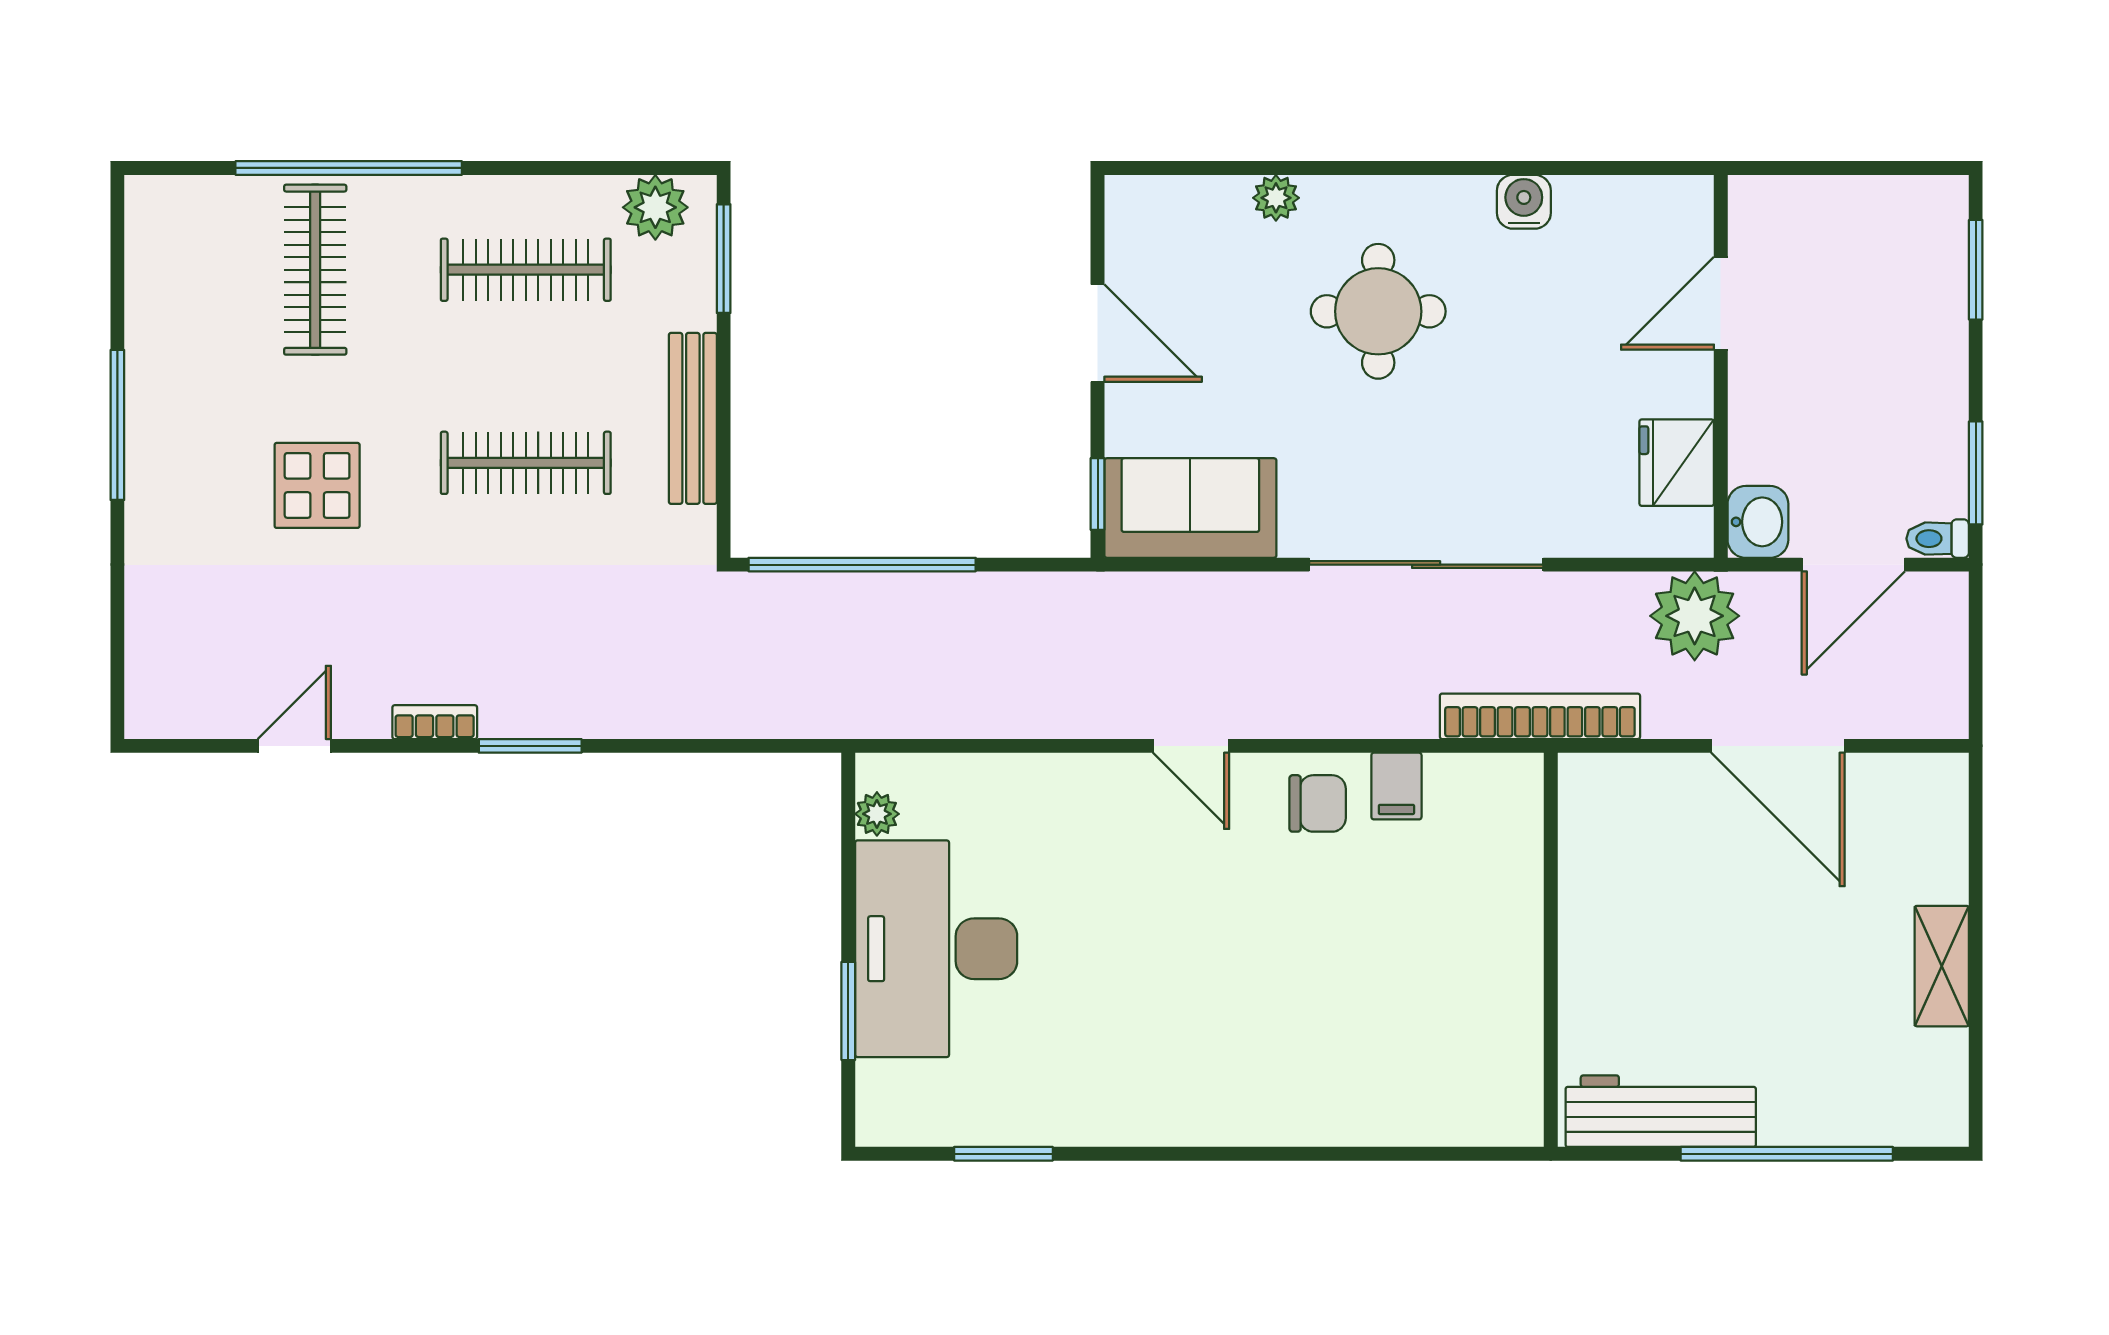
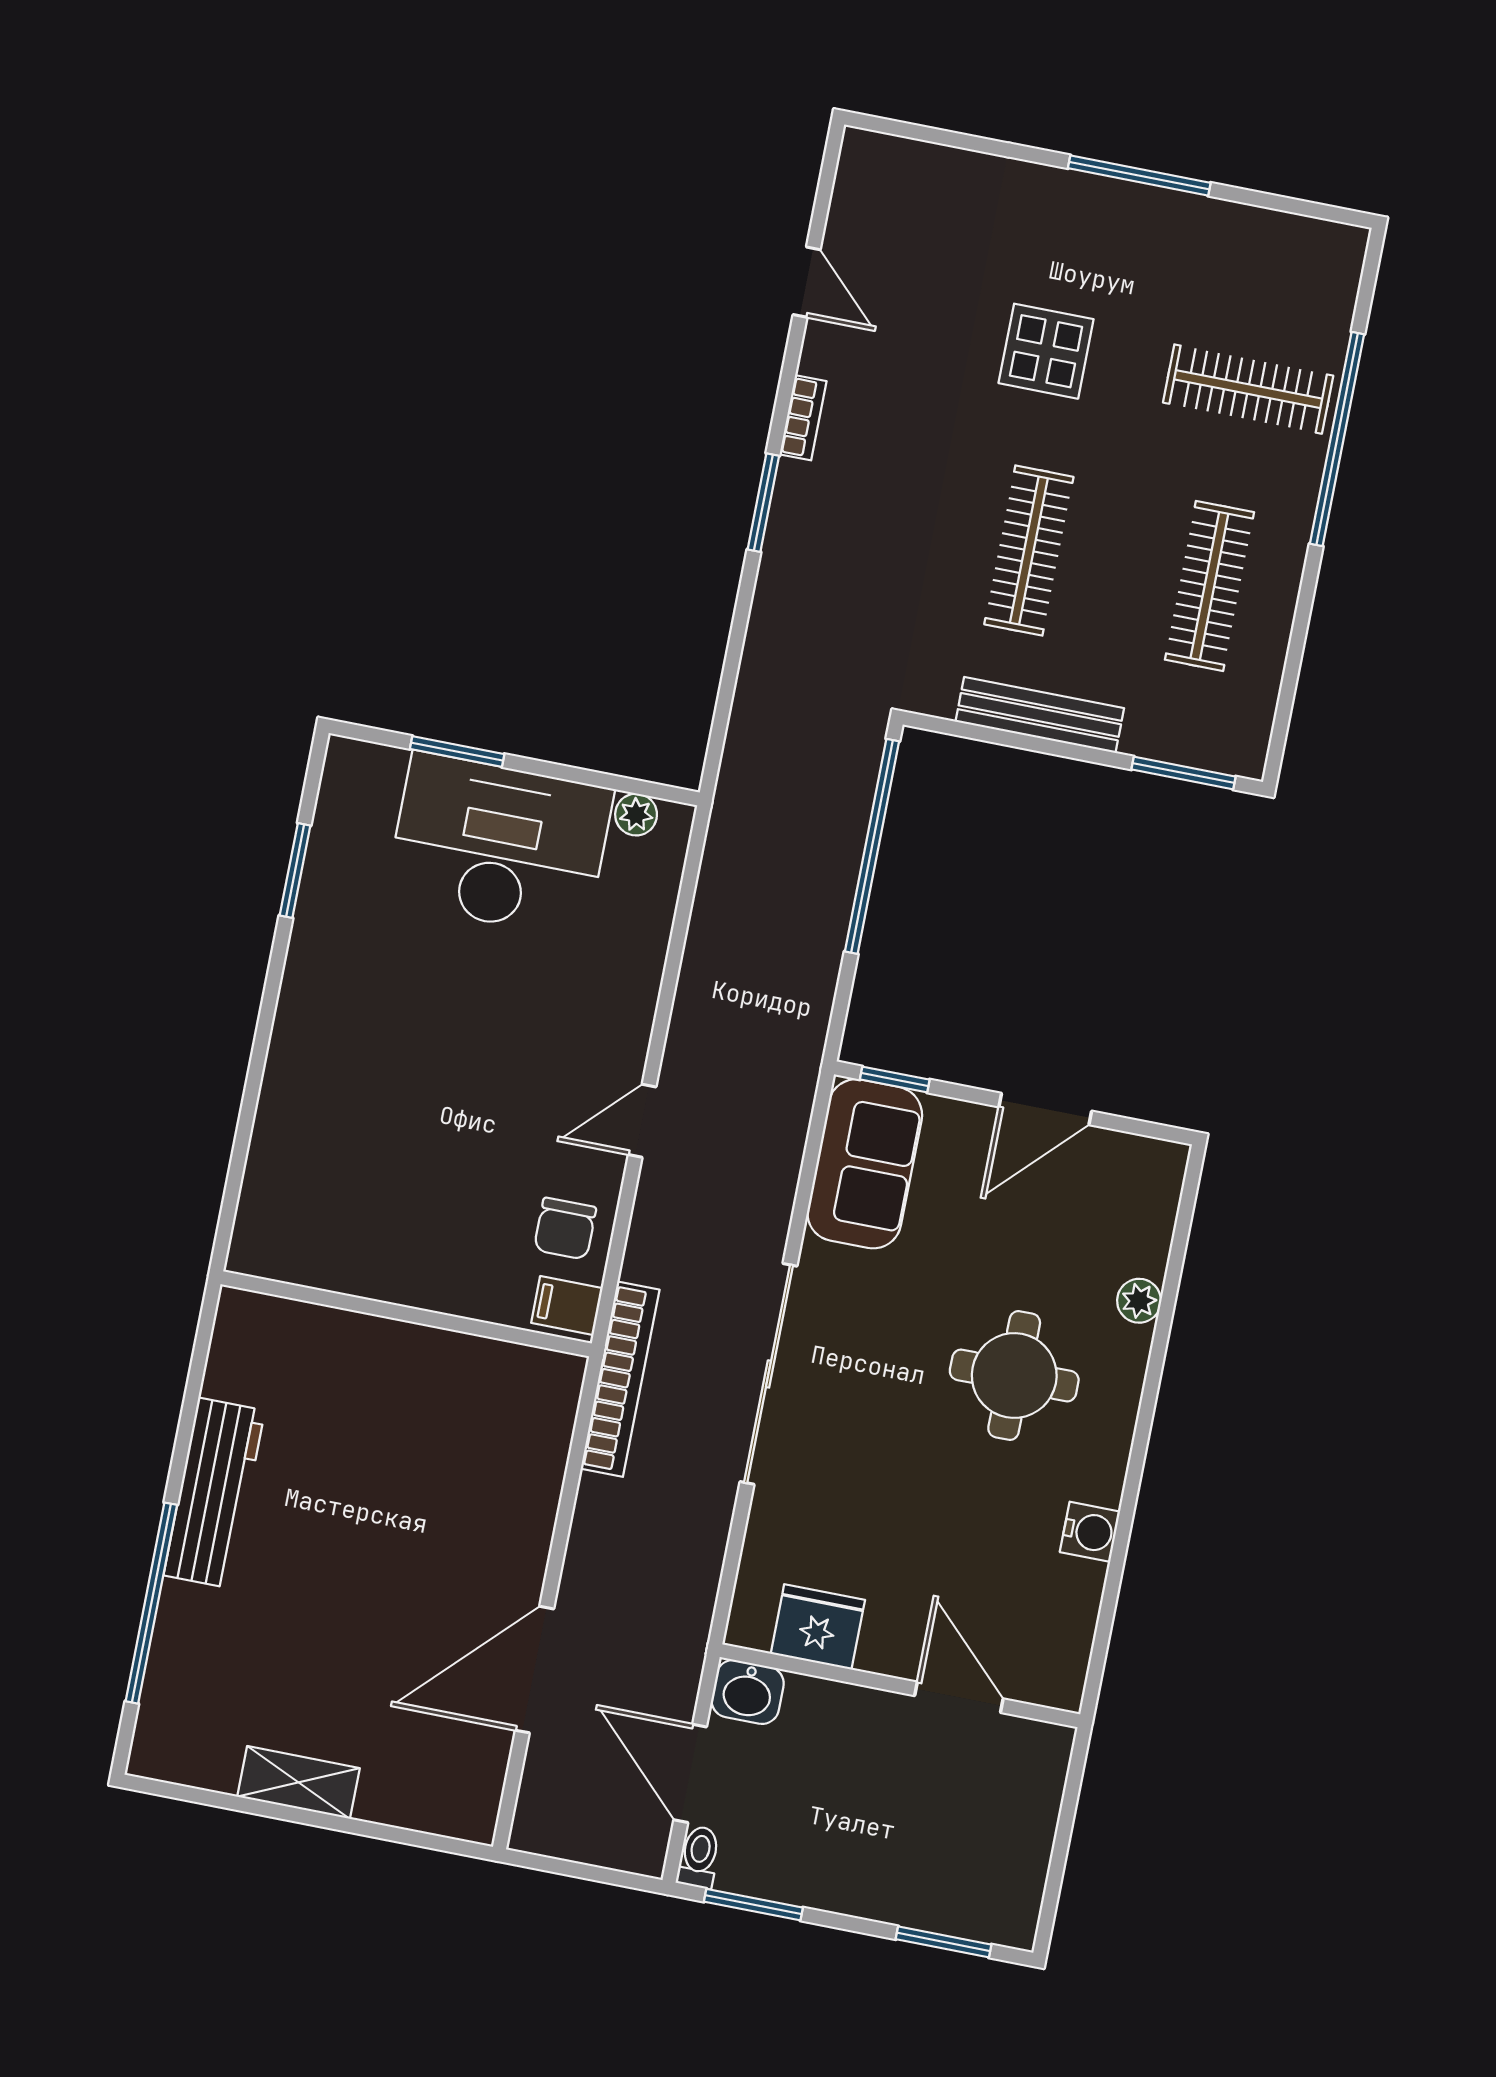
plant: (655, 207) -> (1244, 719), removed
plant: (1695, 616) -> (671, 1616), removed
bookcase: (1540, 716) -> (620, 1379), moved
wall: (1551, 950) -> (406, 1314), moved

